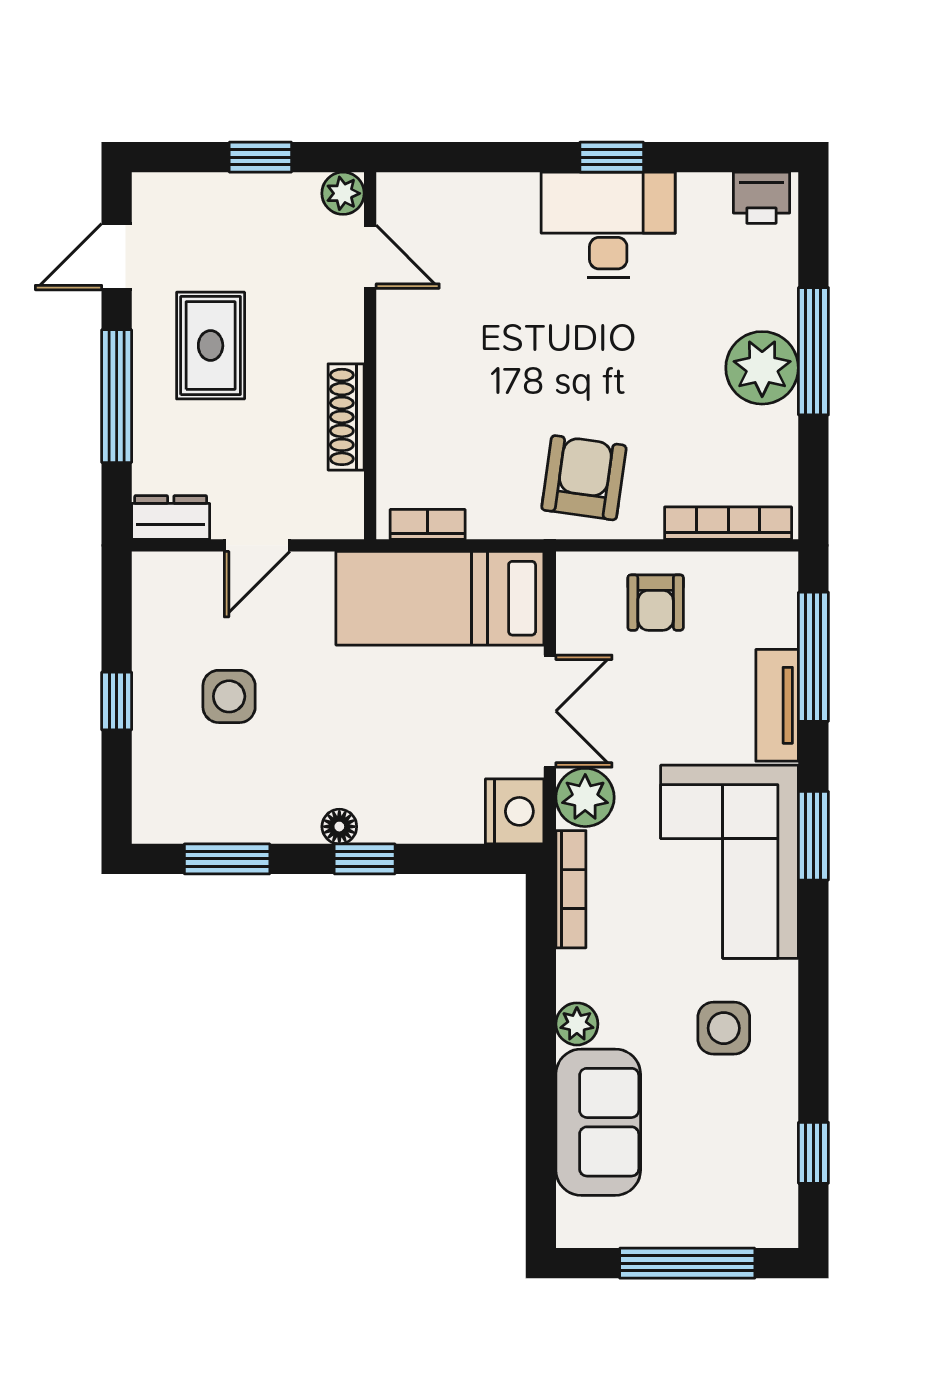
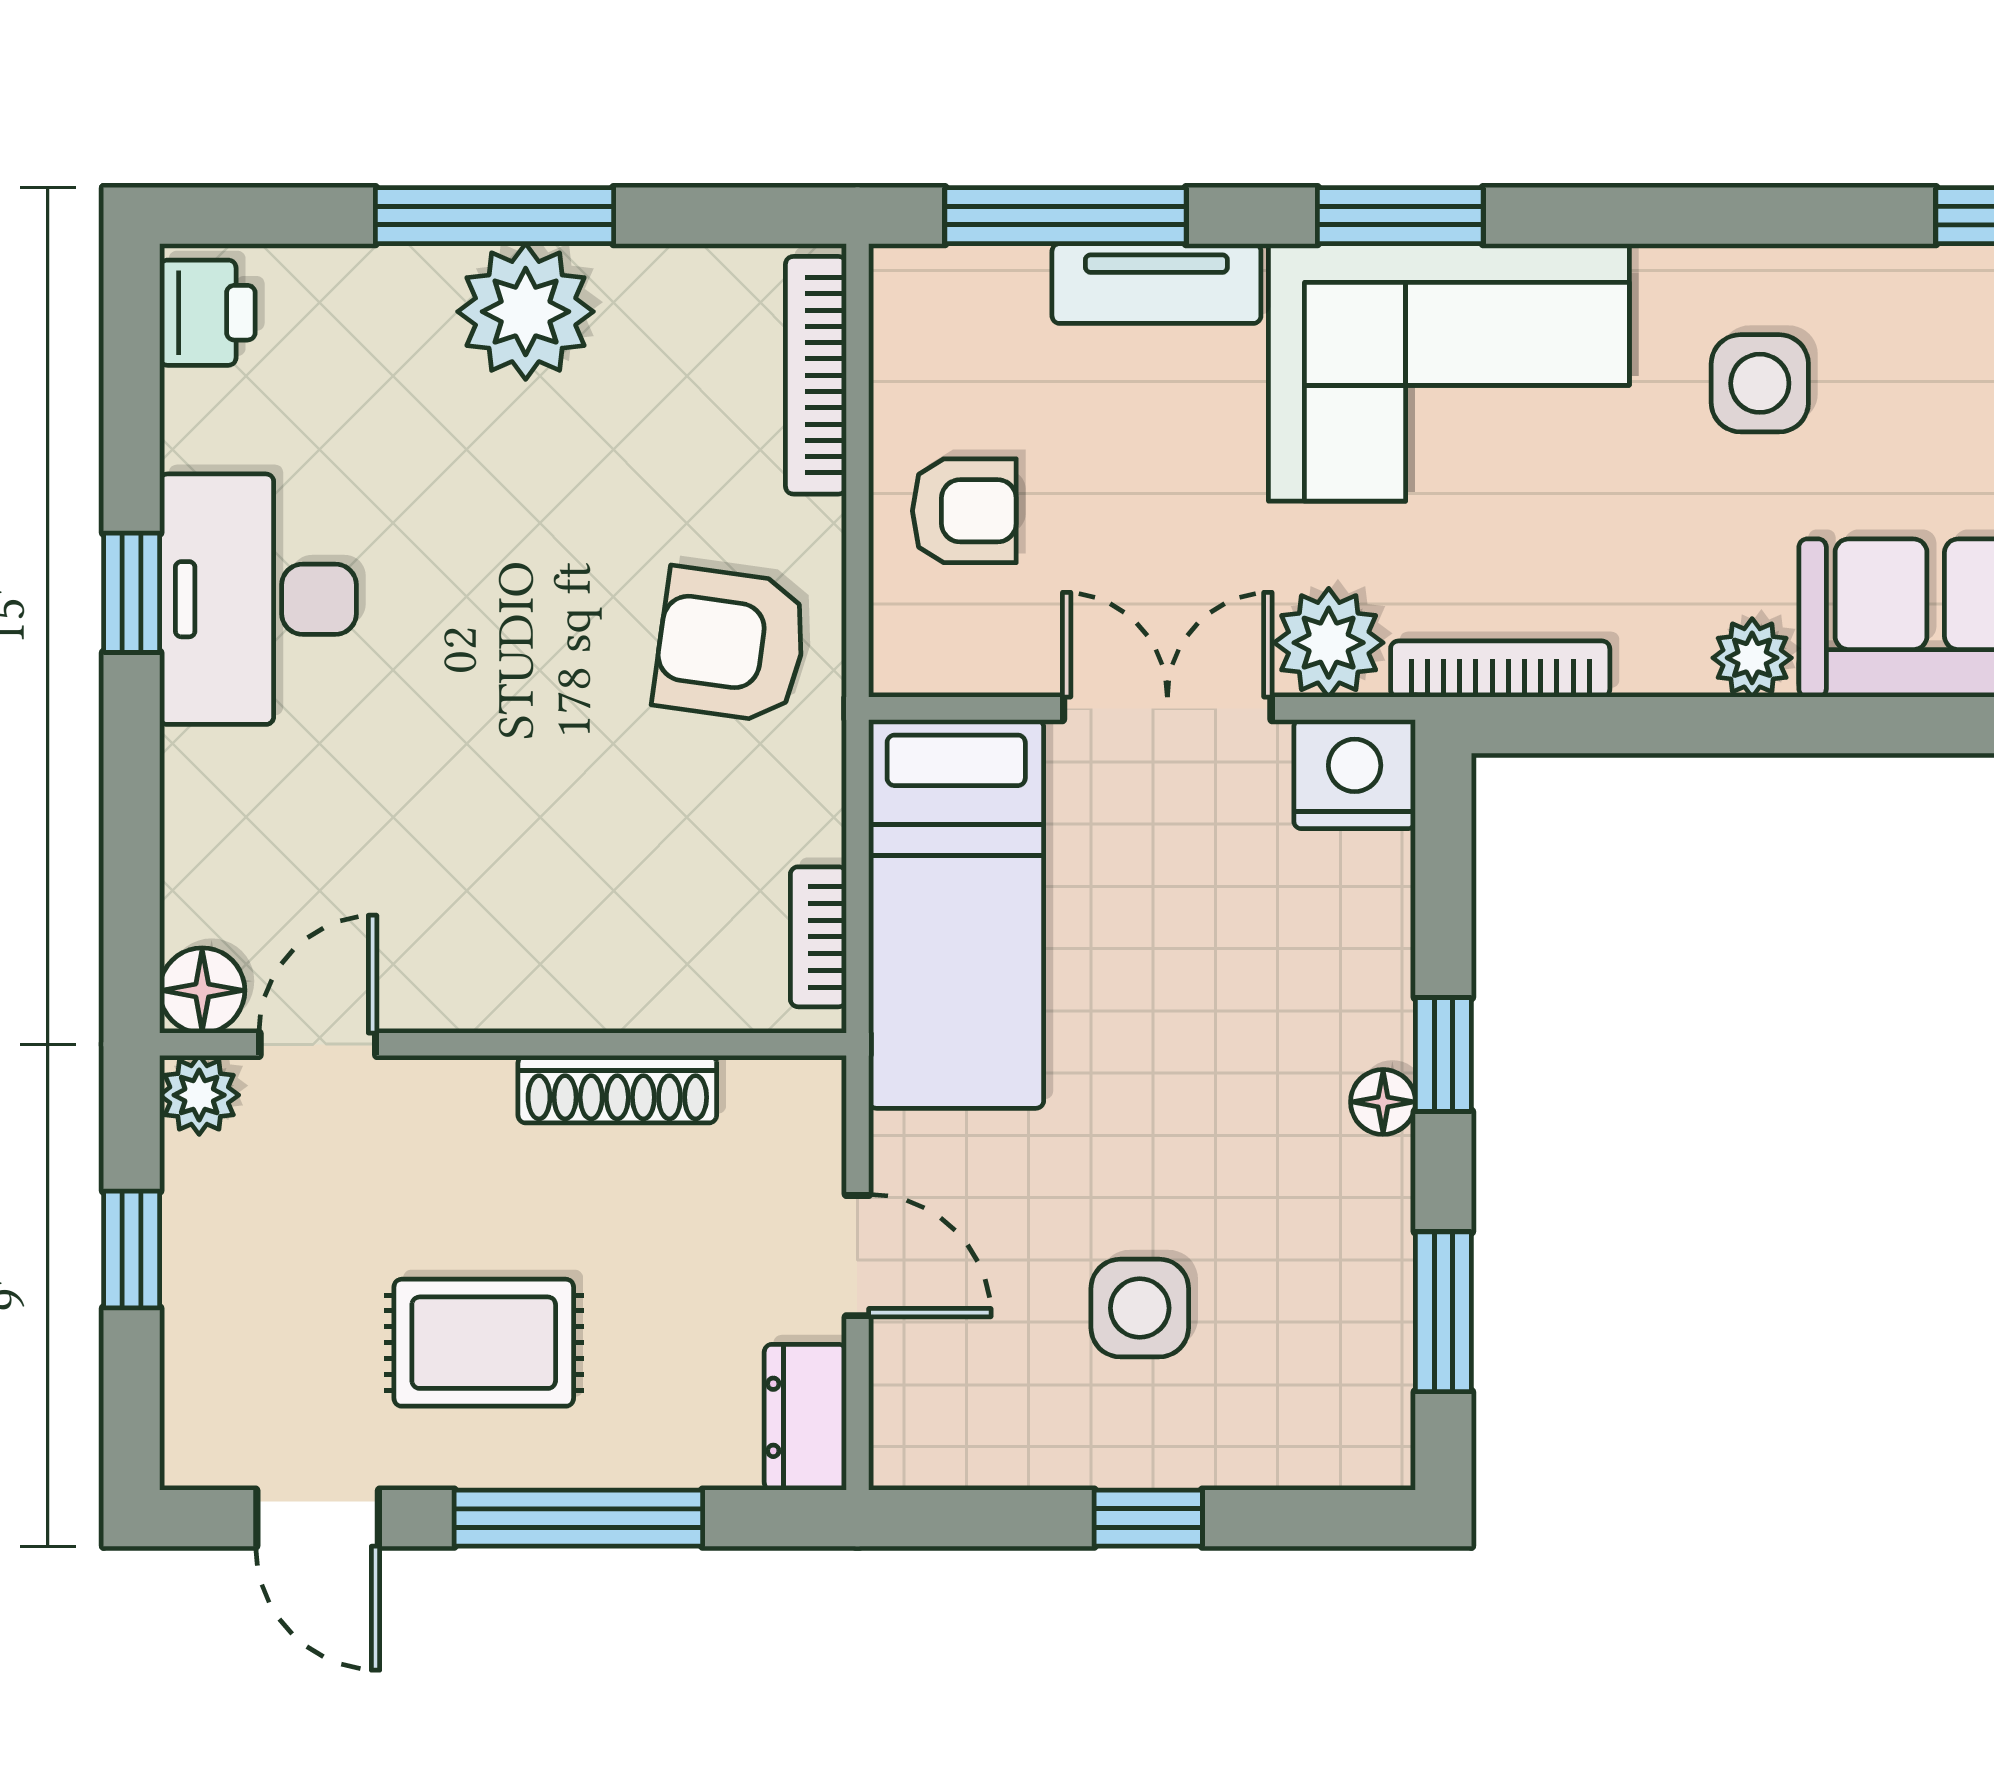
floor lamp: (399, 195) -> (202, 990), added

